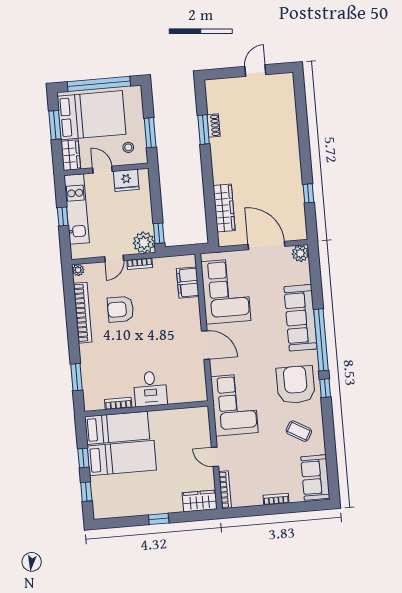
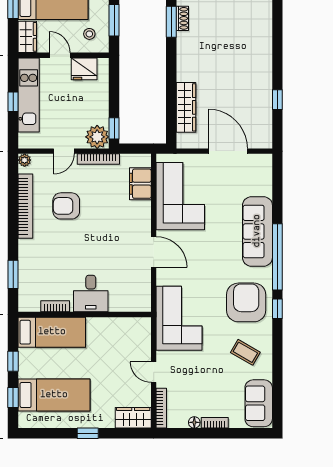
plant: (300, 253) -> (263, 163), removed
bookcase: (140, 264) -> (98, 159), width x1.56
bed: (122, 458) -> (54, 395), moved
floor lamp: (257, 500) -> (194, 422), added

